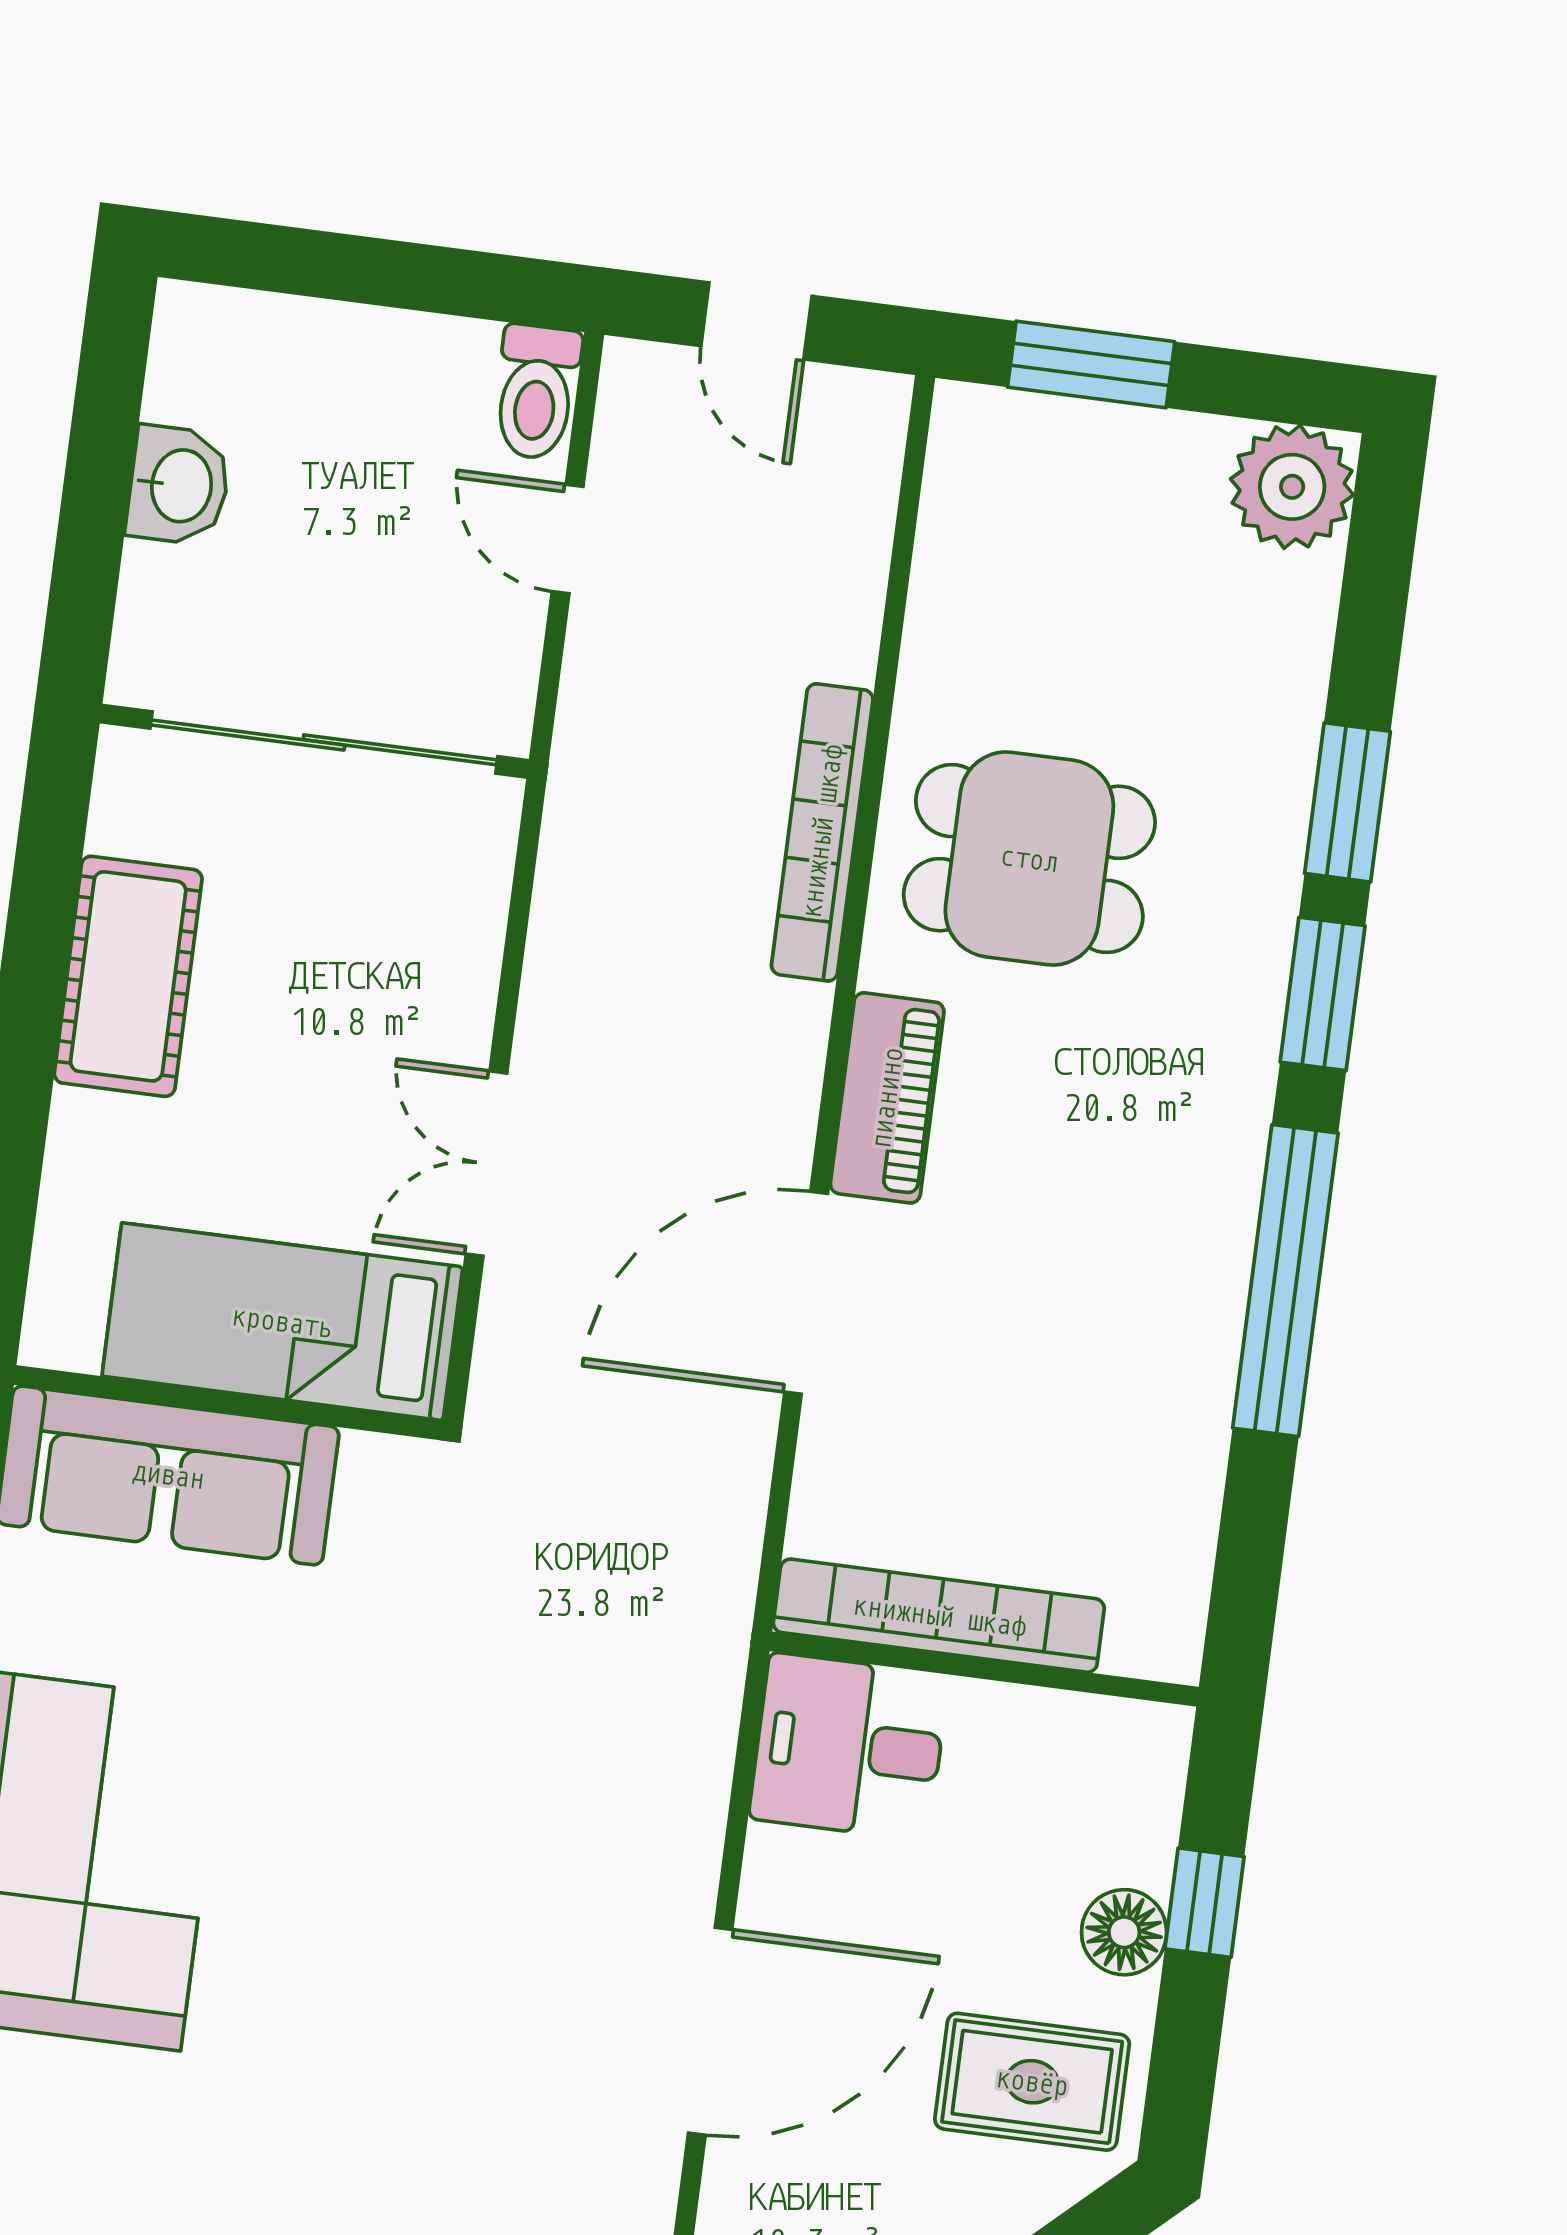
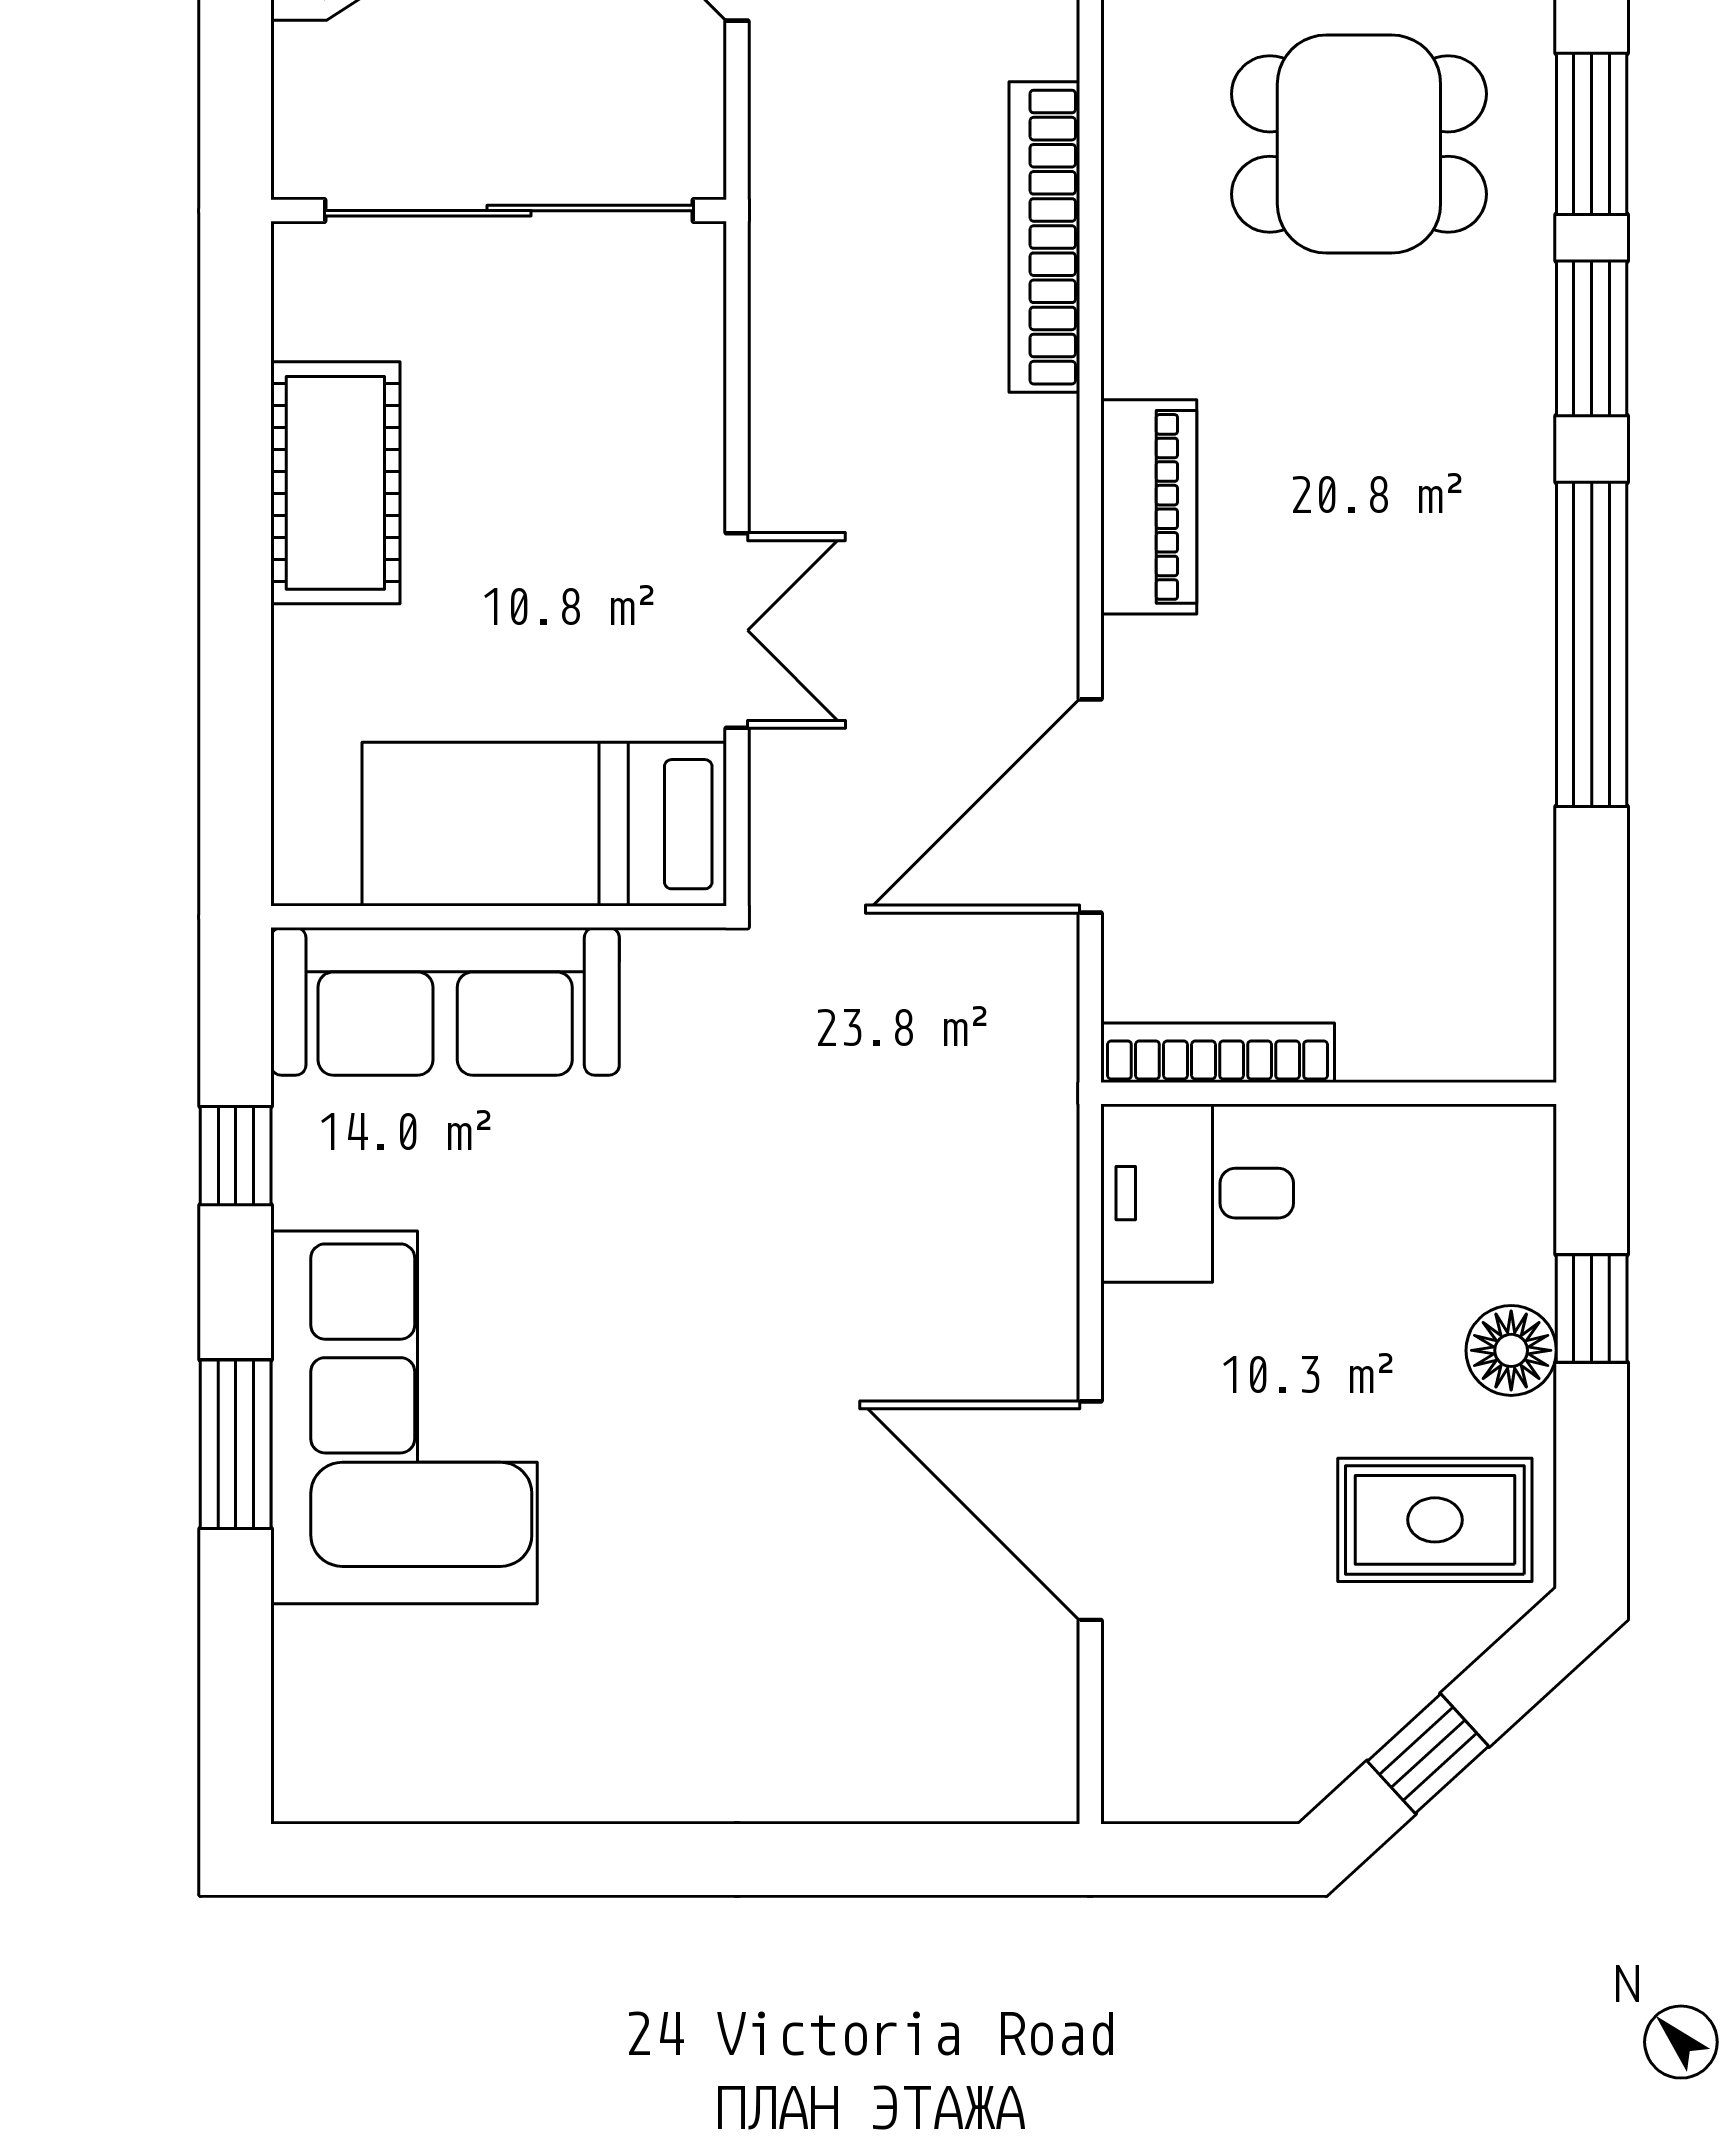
dining table: (1029, 859) -> (1359, 144), moved
double door: (487, 1164) -> (737, 630), swing flipped
door: (806, 1293) -> (1090, 806), moved
bookcase: (939, 1616) -> (1218, 1053), width x0.68, depth x0.76
door: (710, 2031) -> (1090, 1511), swing flipped

